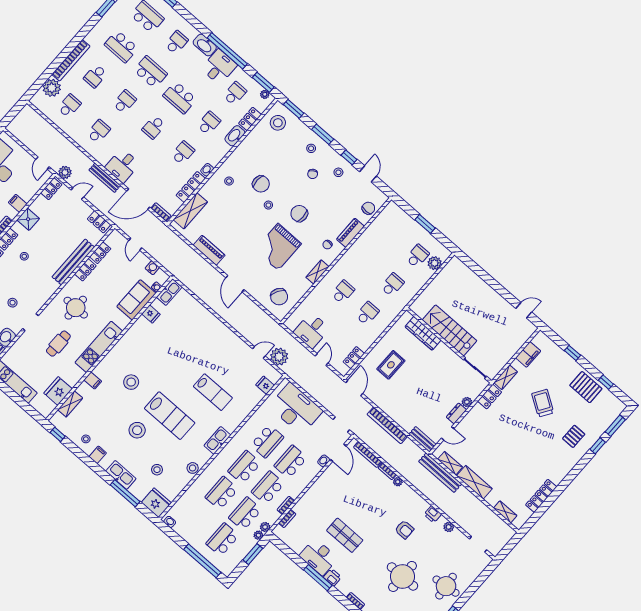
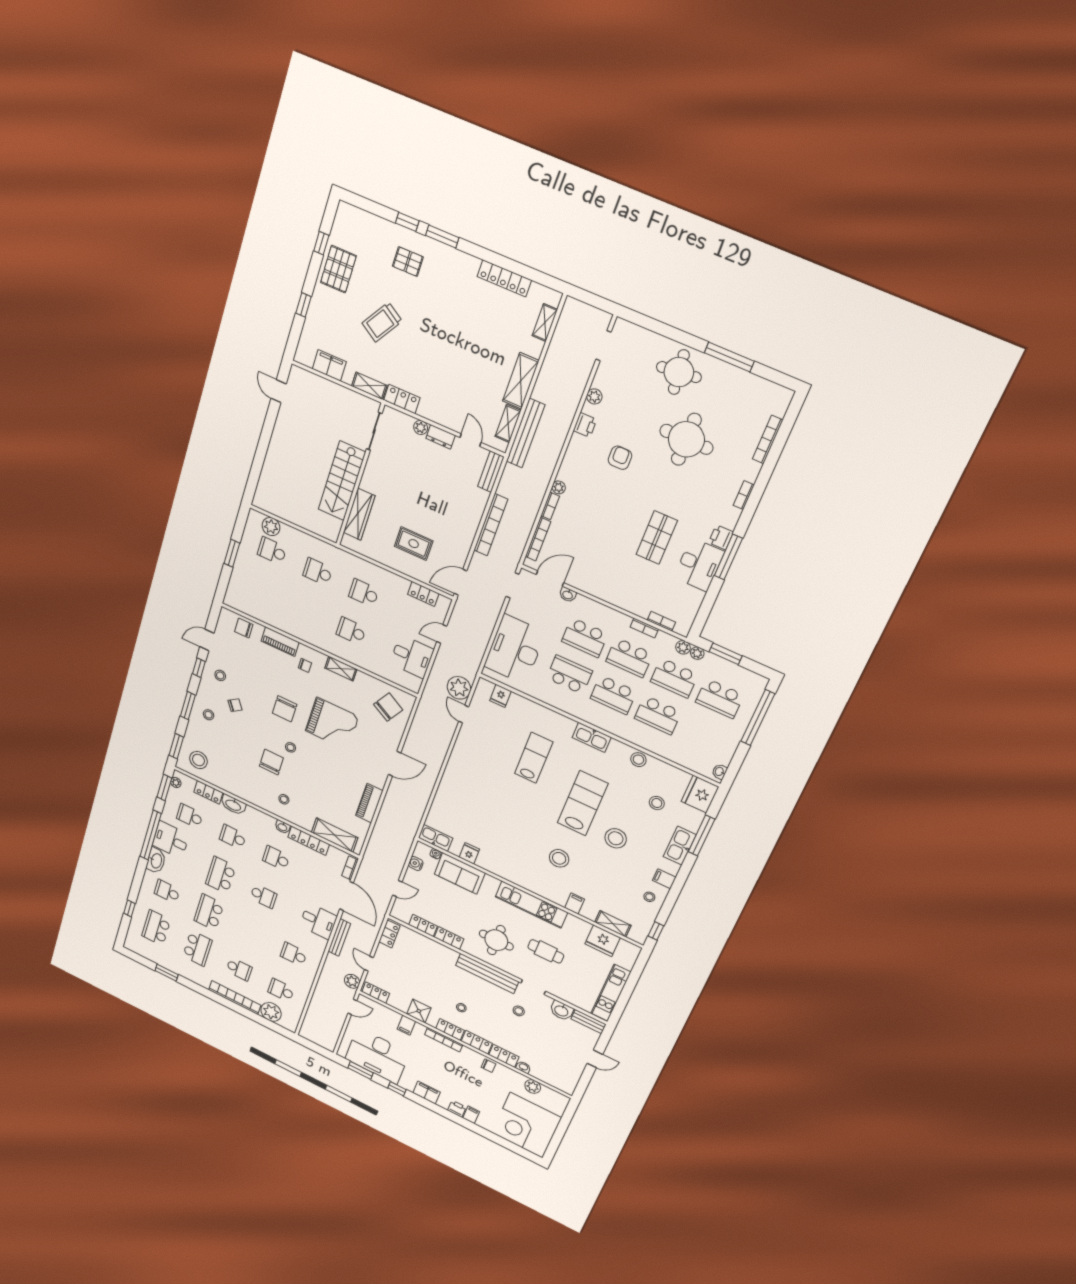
school desk: (180, 98) -> (221, 875), turned 180
school desk: (124, 102) -> (251, 933), removed
bench: (73, 262) -> (487, 973), moved
window: (615, 426) -> (442, 237), moved

